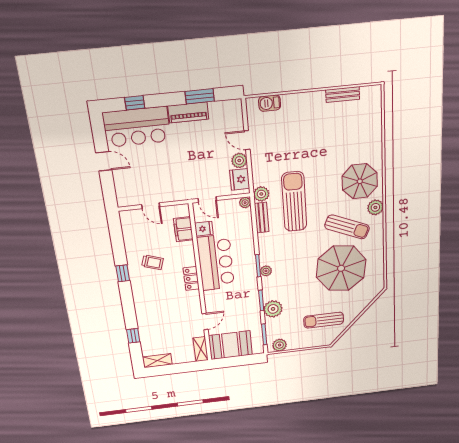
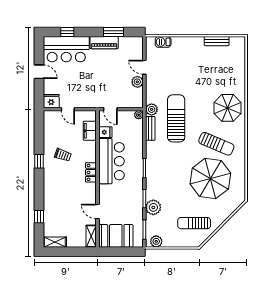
fridge: (240, 179) -> (51, 101), moved, turned 90
plant: (375, 207) -> (239, 130), removed
plant: (266, 271) -> (150, 173), removed
door: (205, 322) -> (98, 211), swing flipped

